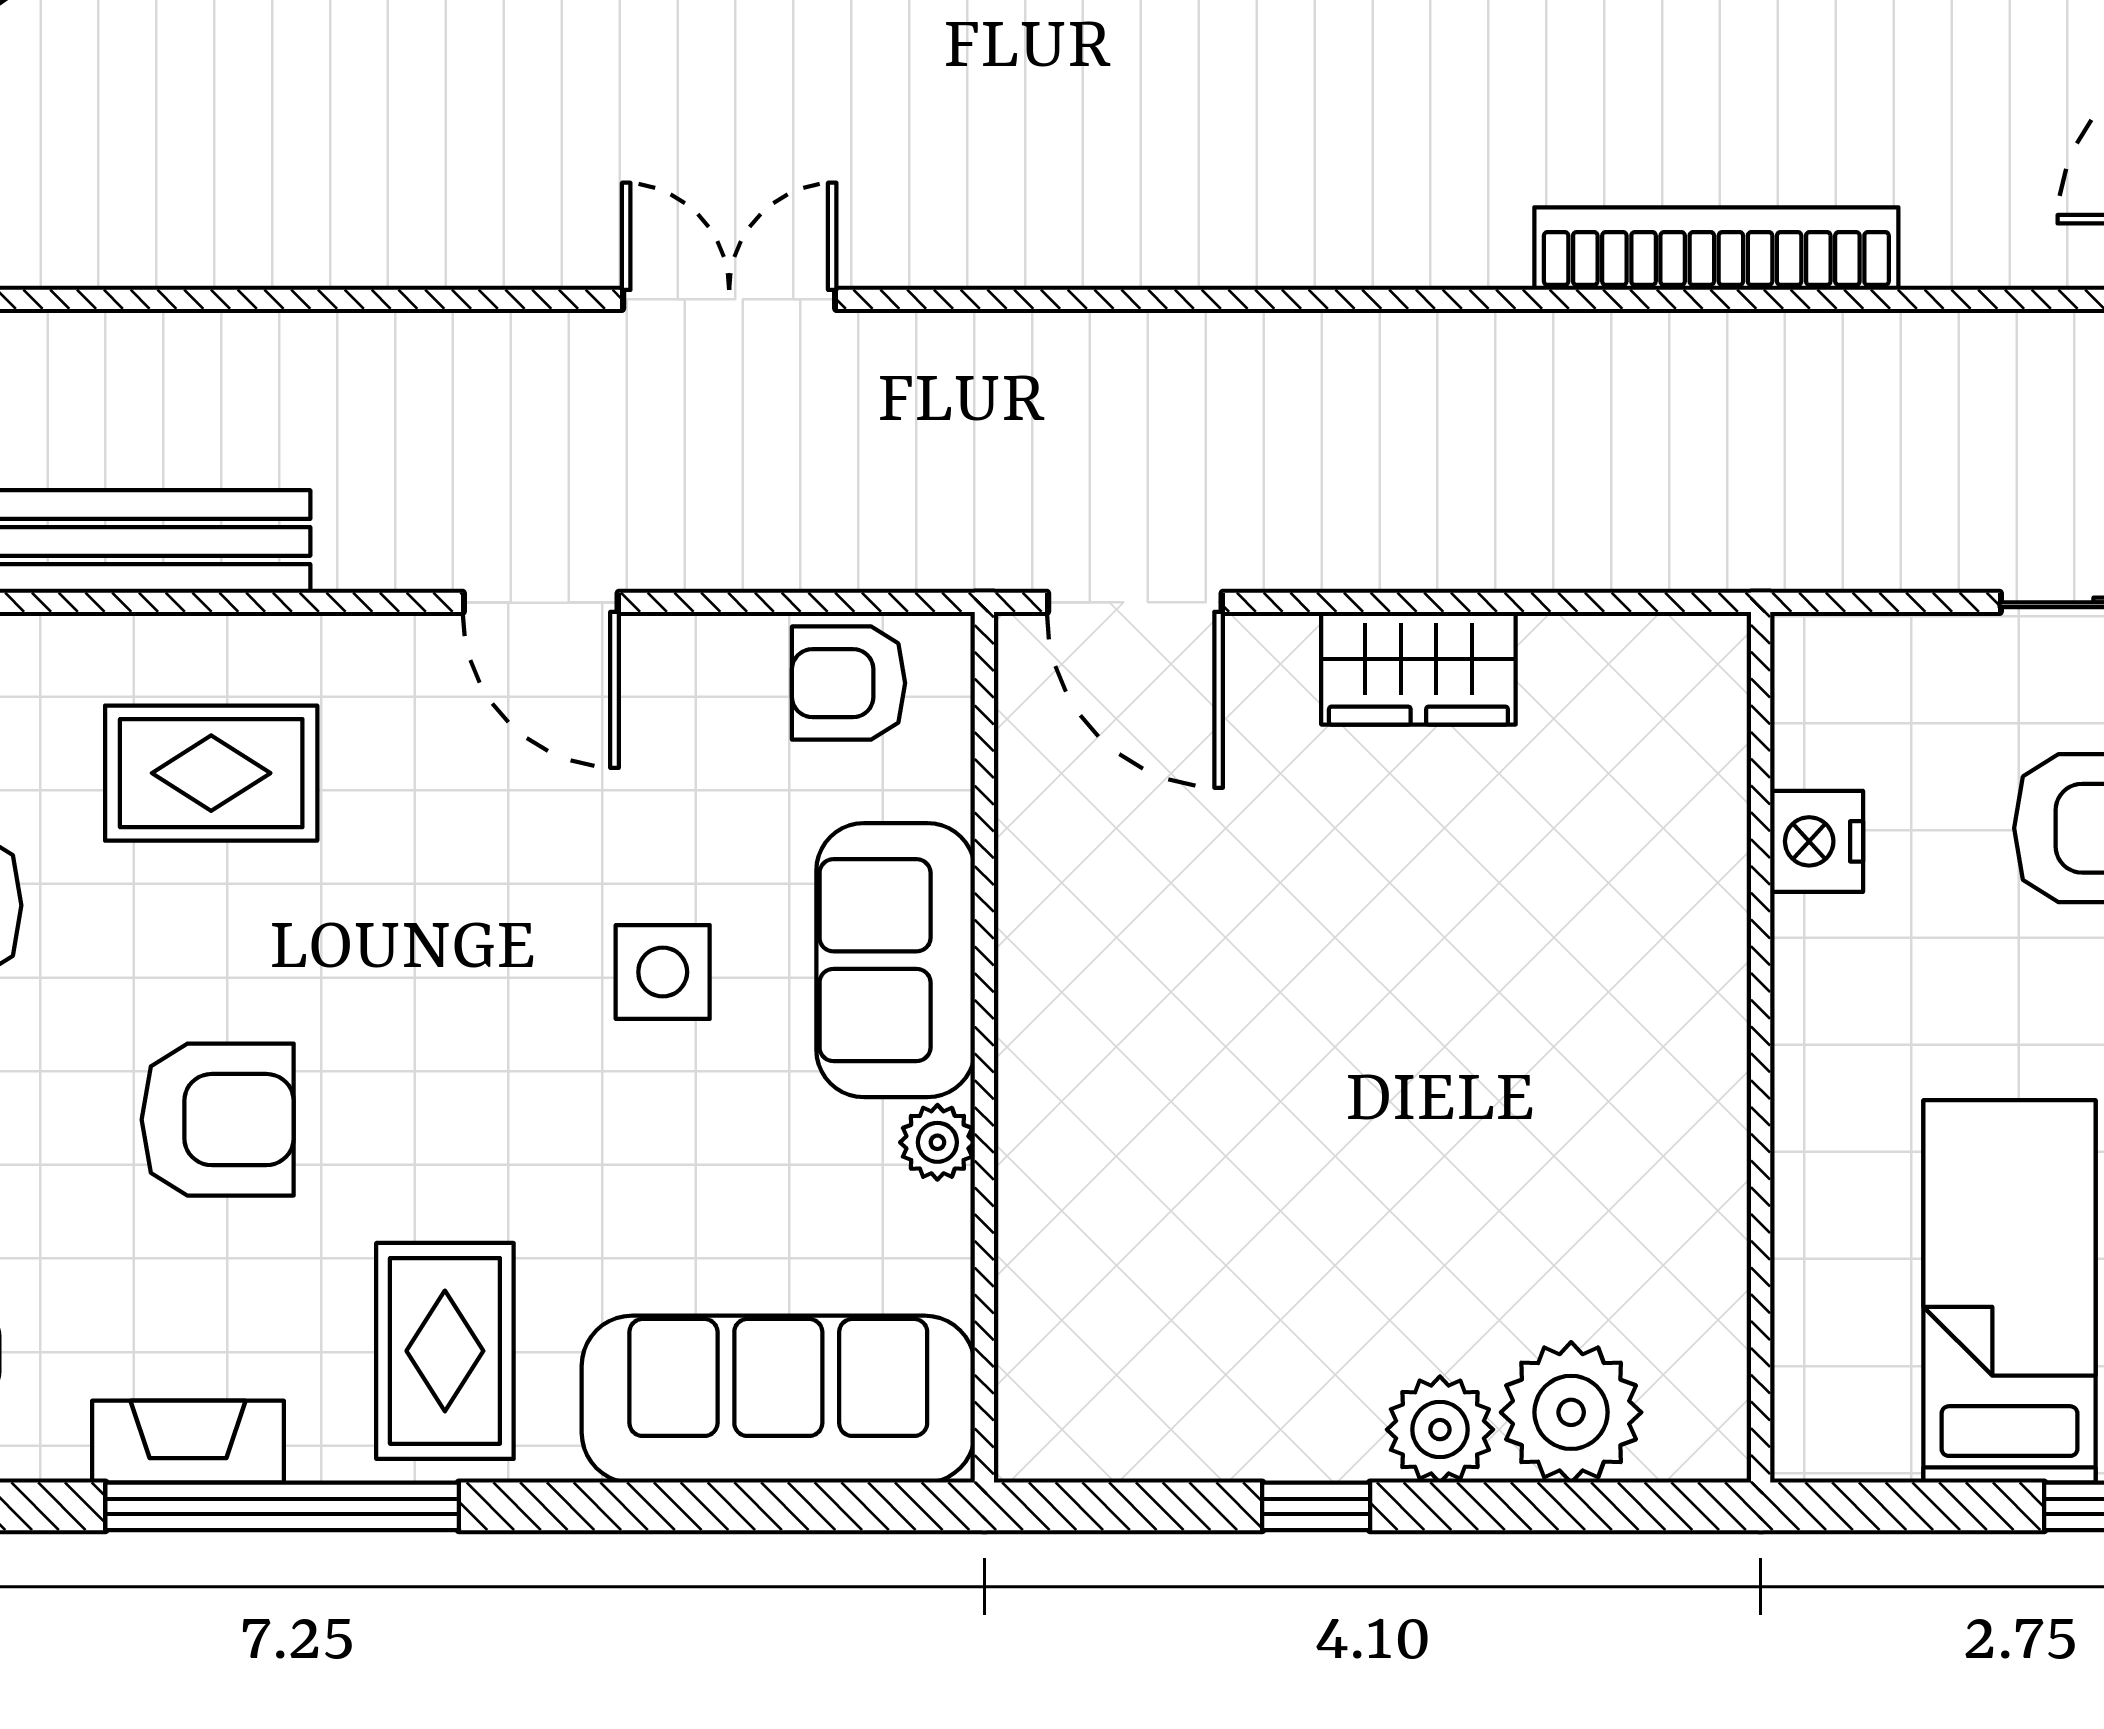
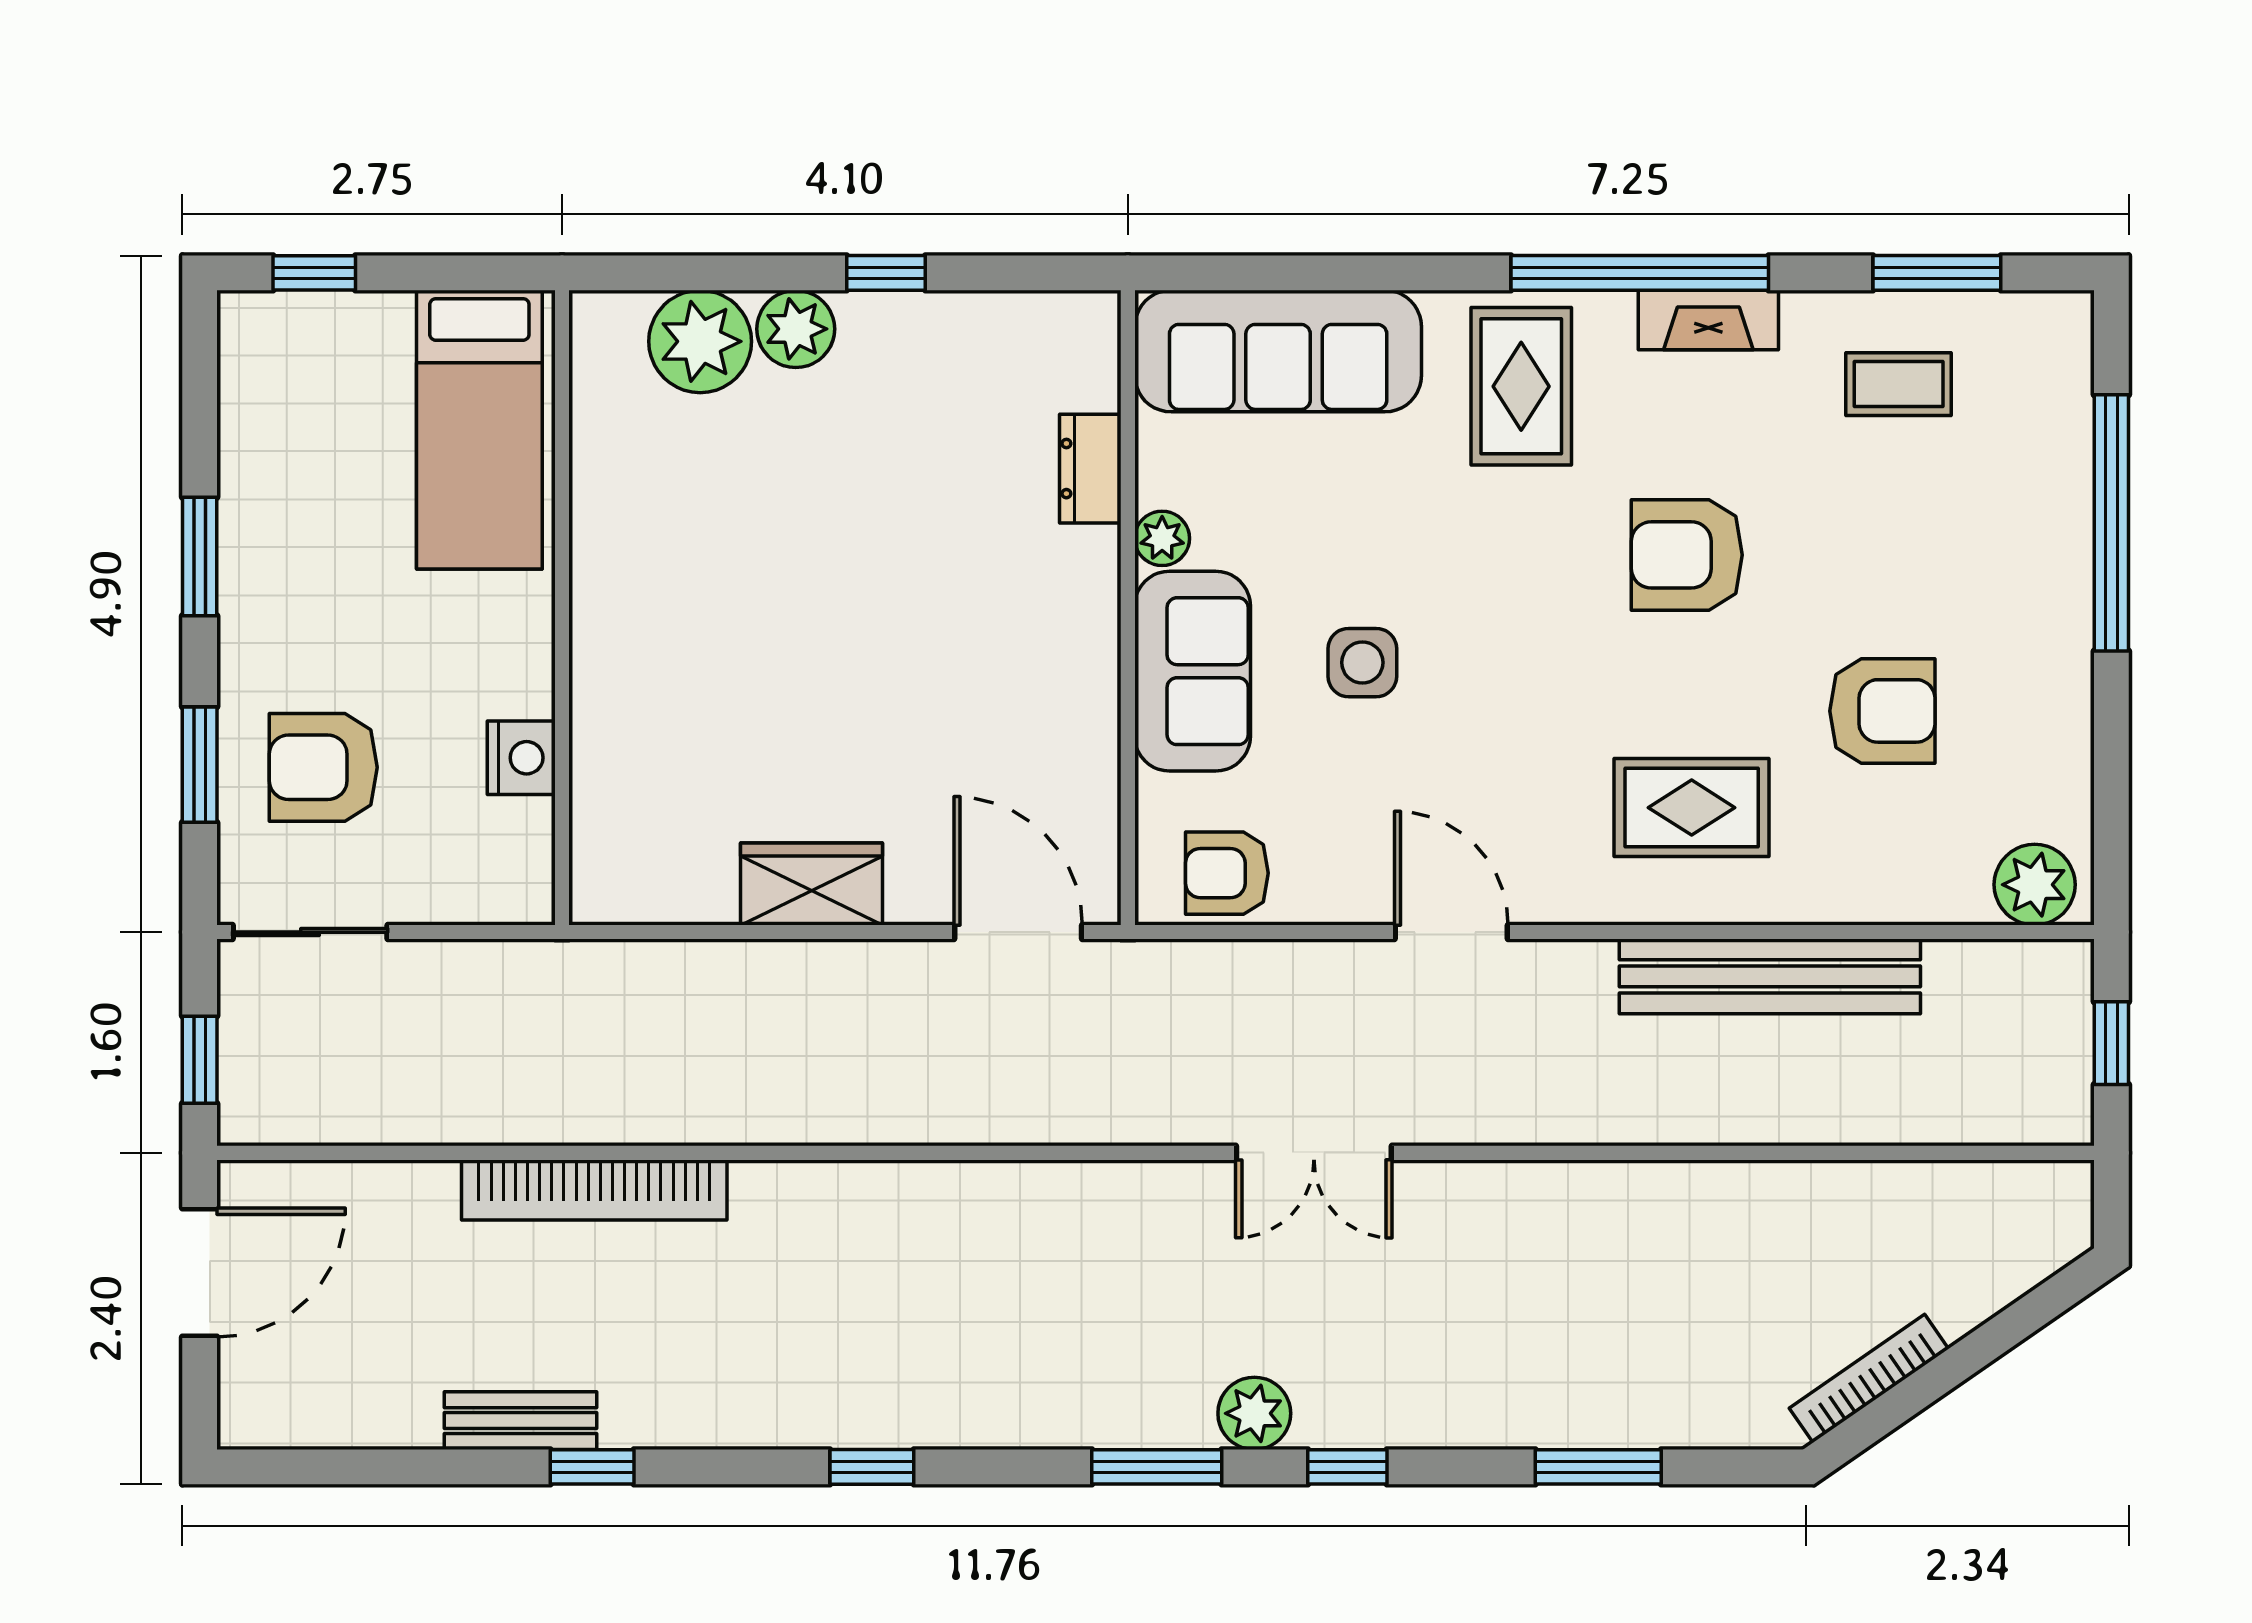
armchair: (849, 683) -> (1227, 873), turned 180
dresser: (1036, 1238) -> (1090, 469), added
bed: (2010, 1291) -> (479, 430), moved

